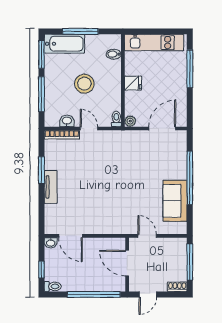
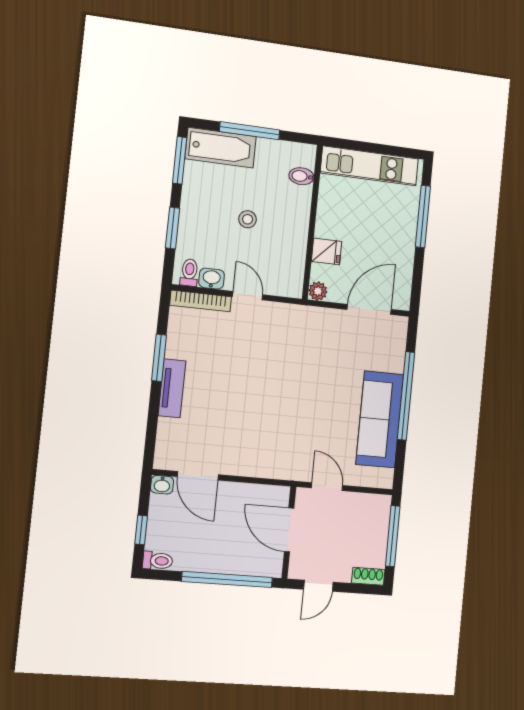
fridge: (133, 83) -> (326, 251), moved
stool: (84, 84) -> (248, 219), width x0.53, depth x0.53
window: (41, 94) -> (173, 228), width x0.69
toilet: (116, 119) -> (189, 273), moved
sofa: (175, 201) -> (380, 419), width x1.36

